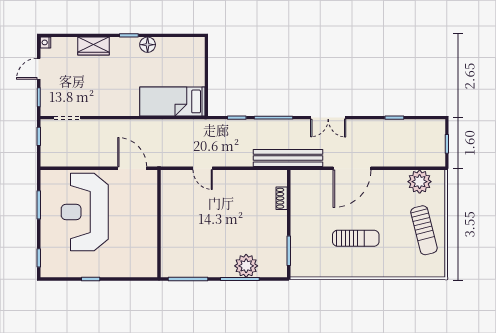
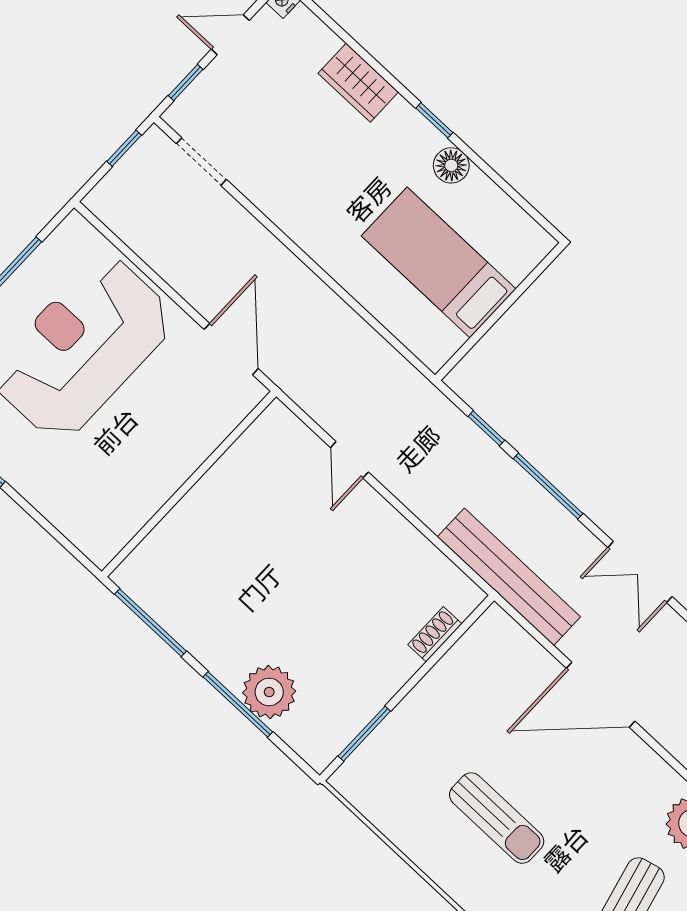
bed: (172, 101) -> (439, 262), moved

